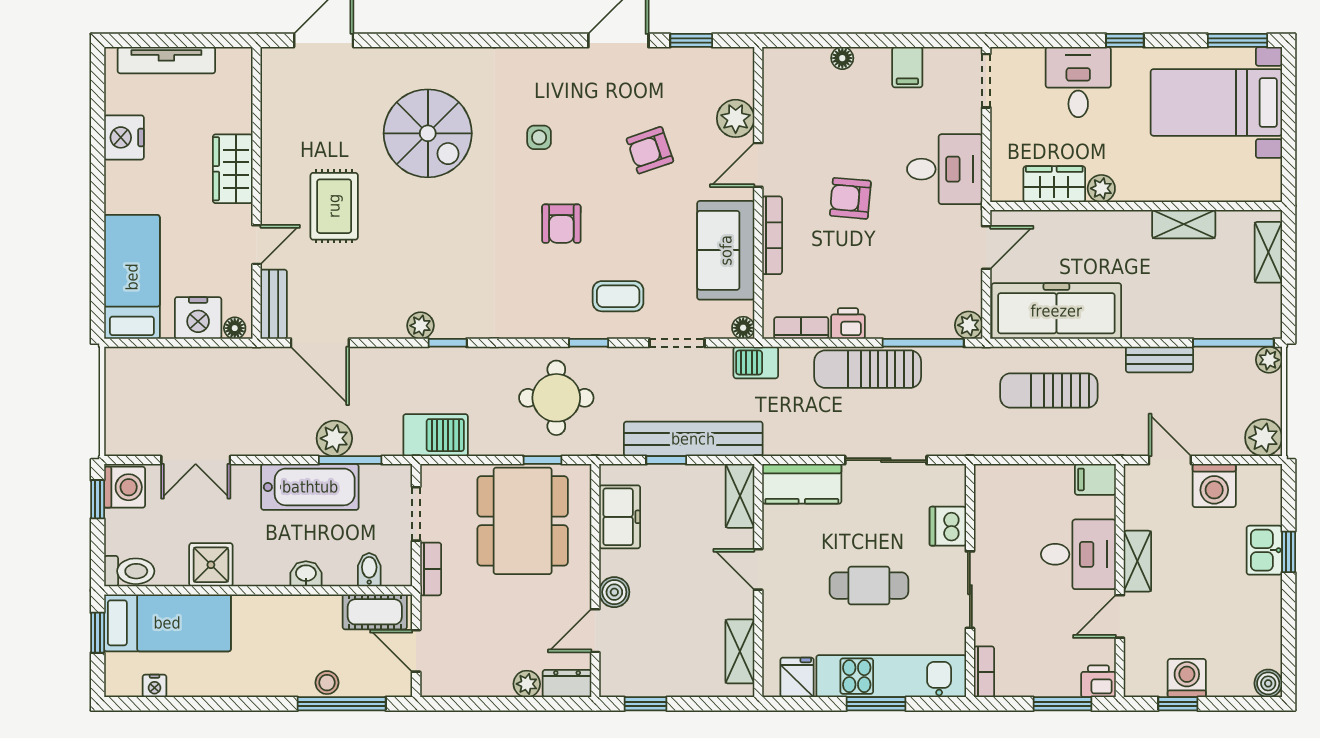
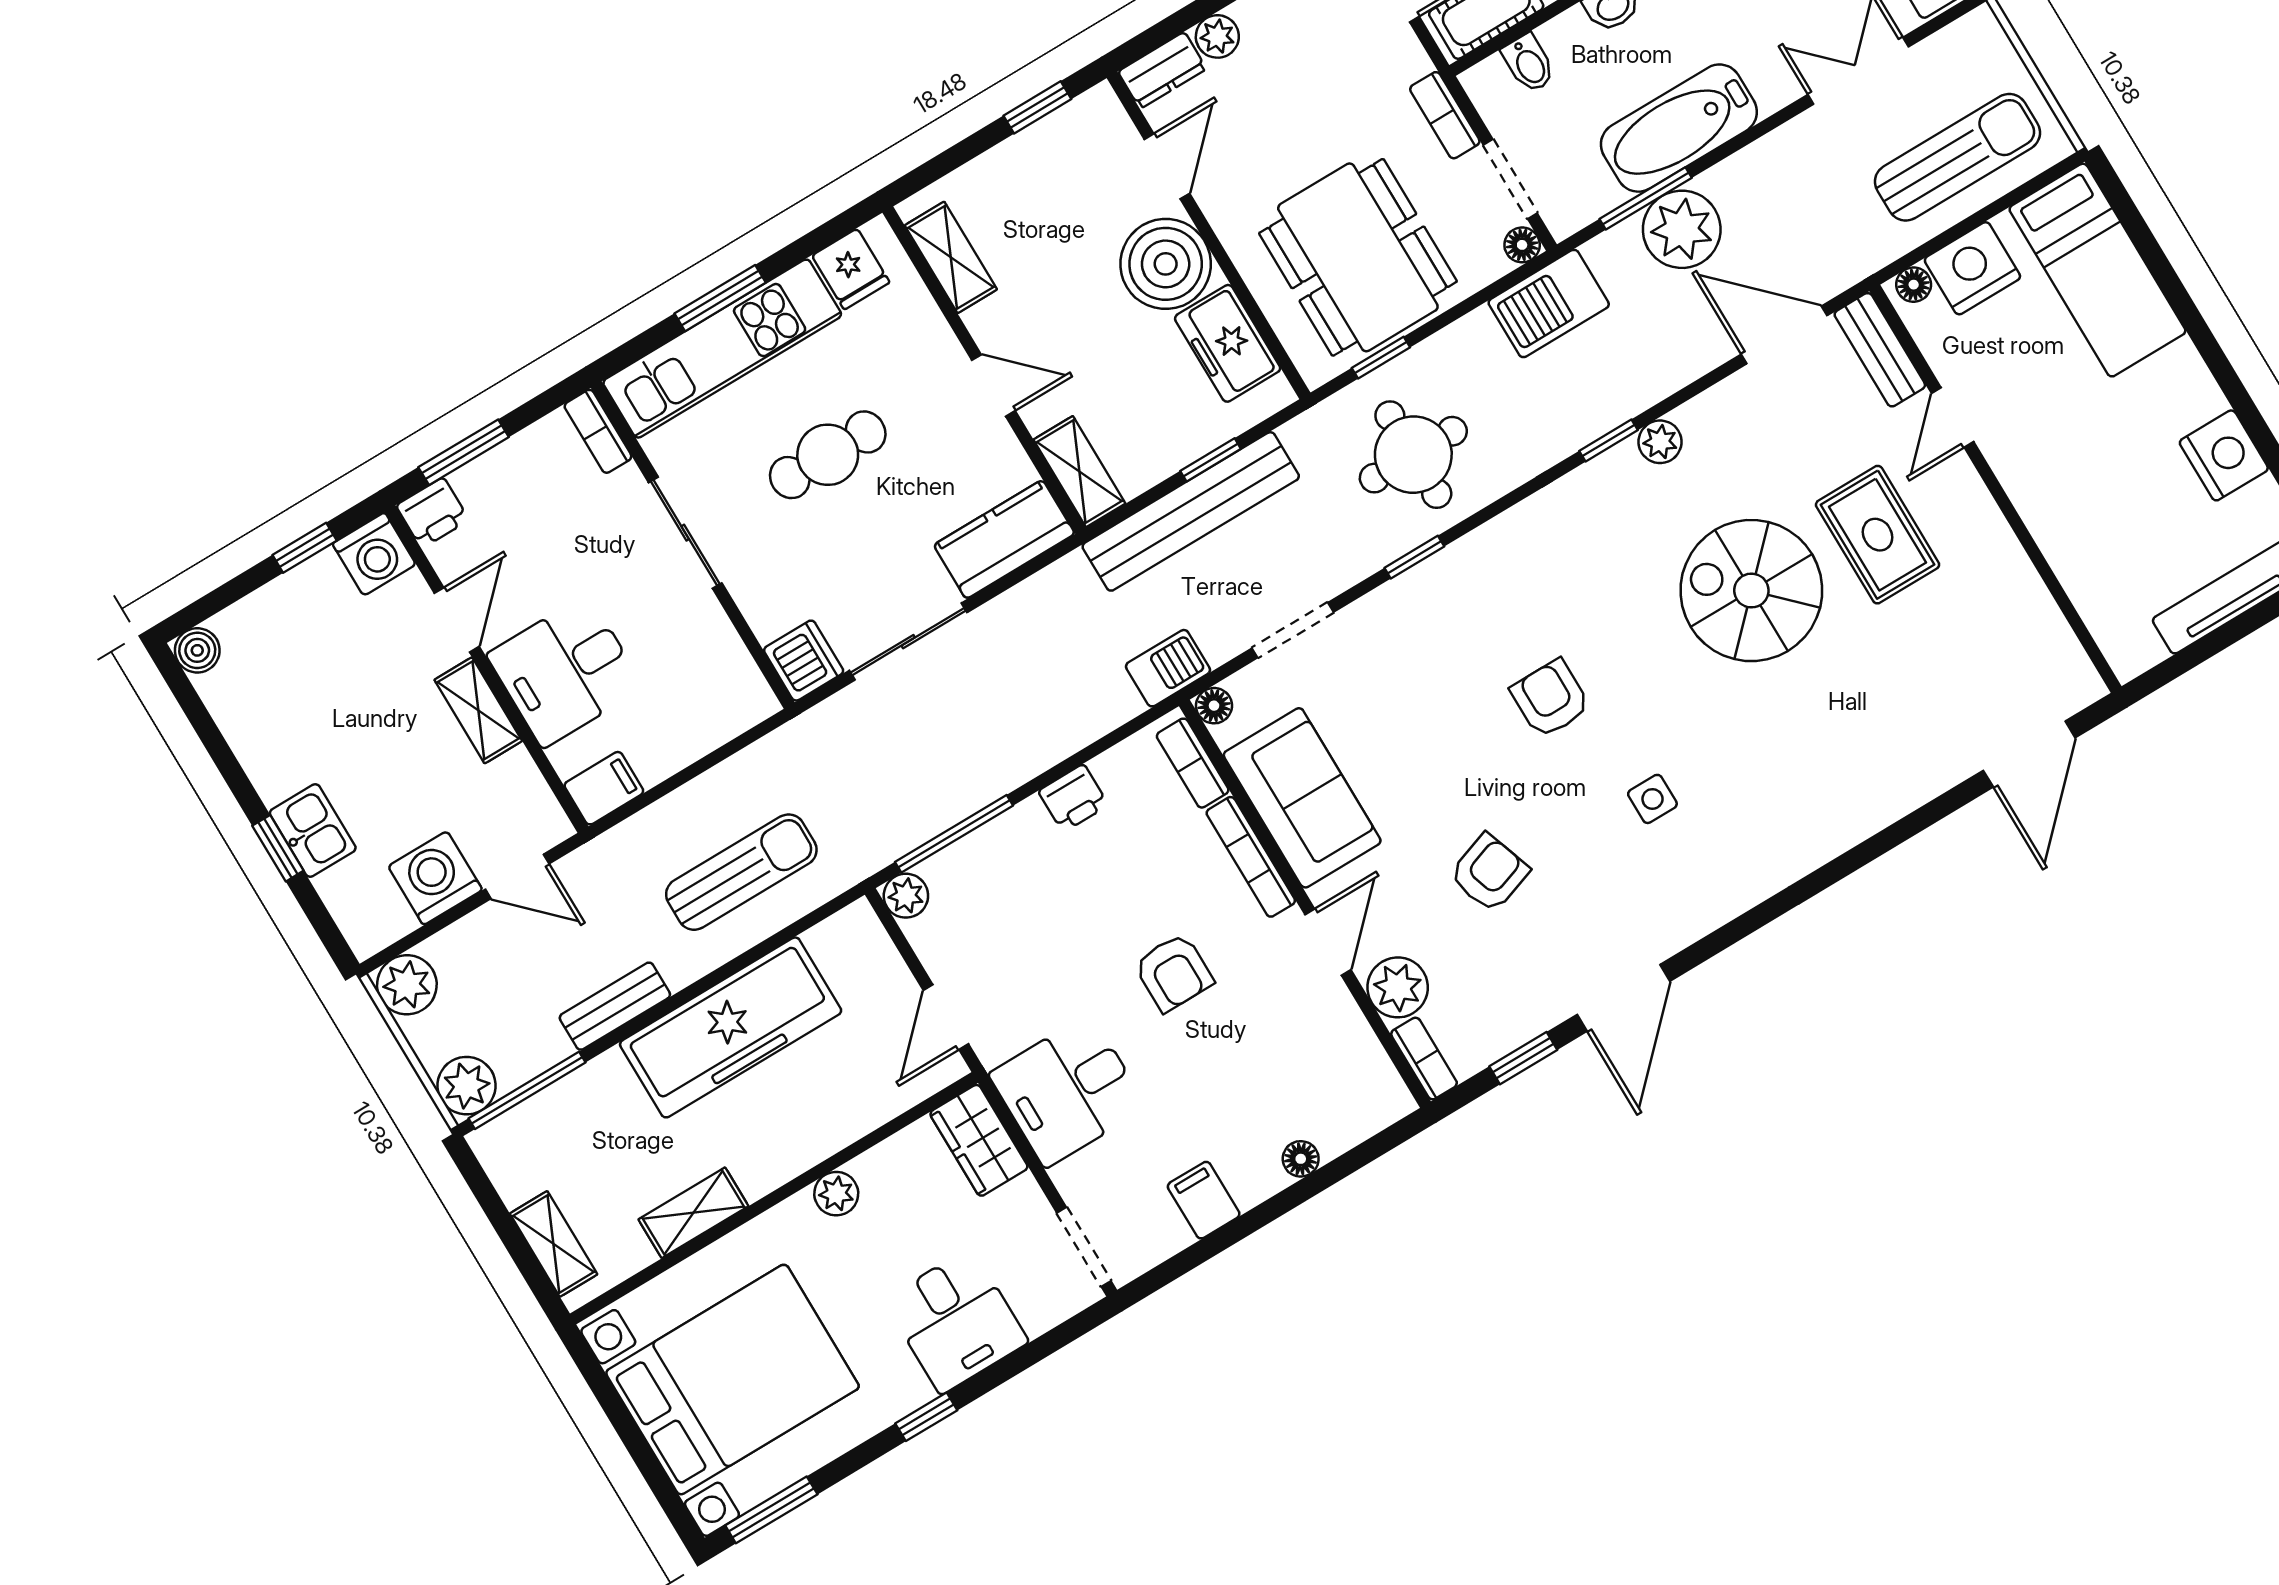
bookcase: (744, 72) -> (1424, 1059), added
bed with nightstands: (1216, 102) -> (732, 1380), width x1.36
spiral stairs: (428, 133) -> (1751, 591), moved
wardrobe: (233, 169) -> (2048, 502), removed
wardrobe: (1054, 184) -> (979, 1140), moved, turned 90
armchair: (850, 198) -> (1174, 972), turned 85
coffee table: (618, 296) -> (1412, 646), removed
freezer: (1056, 311) -> (731, 1027), moved
bookcase: (801, 328) -> (1193, 763), moved, turned 90
plant: (1269, 360) -> (467, 1086), width x1.38, depth x1.38
sun lounger: (868, 369) -> (1957, 157), moved
plant: (334, 438) -> (1682, 229), width x1.36, depth x1.36
floor lamp: (431, 475) -> (1522, 245), added
dishwasher: (948, 526) -> (804, 661), moved
boiler: (614, 592) -> (1166, 264), width x1.86, depth x1.86
washing machine: (1187, 678) -> (374, 554), moved

